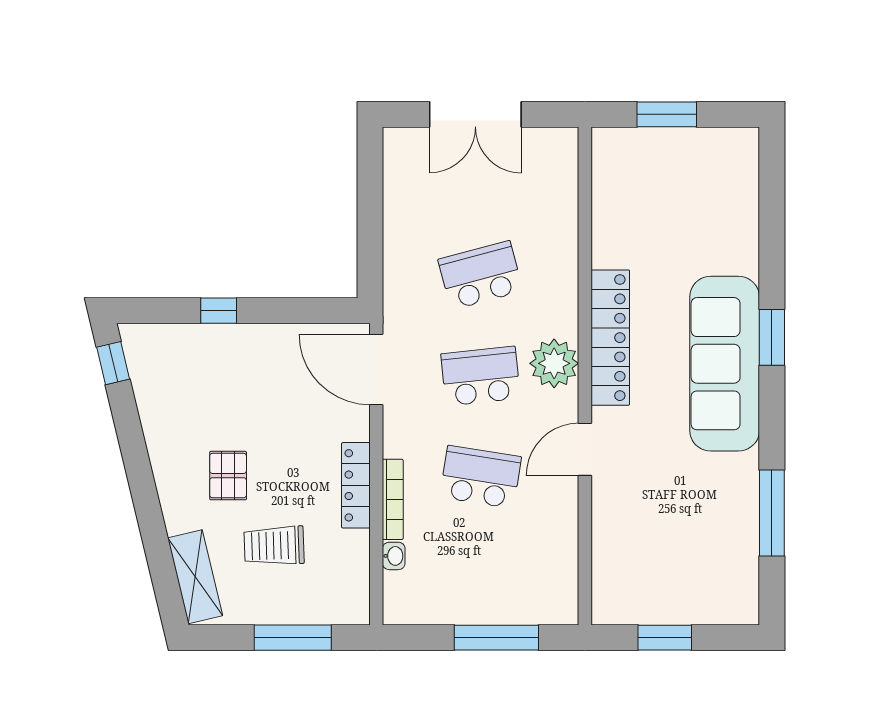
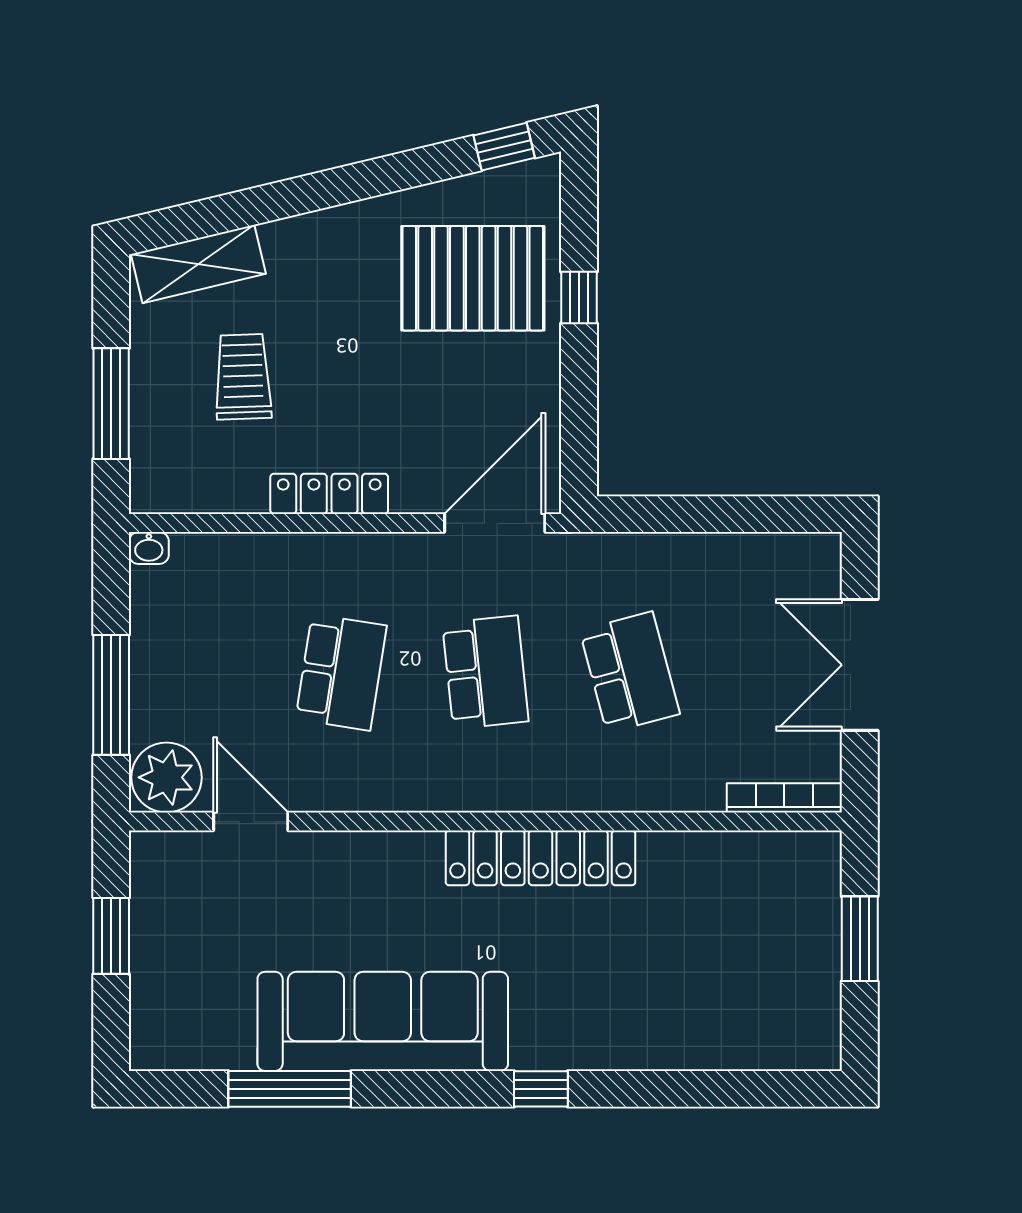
window: (772, 337) -> (541, 1089), width x0.67
plant: (554, 363) -> (166, 777), moved
sofa: (725, 364) -> (383, 1021), moved
door: (585, 449) -> (251, 822), moved
pallet: (228, 476) -> (473, 278), moved, width x2.05, depth x2.00
bookcase: (393, 499) -> (784, 798), moved, turned 180
washbasin: (394, 556) -> (149, 548), moved

